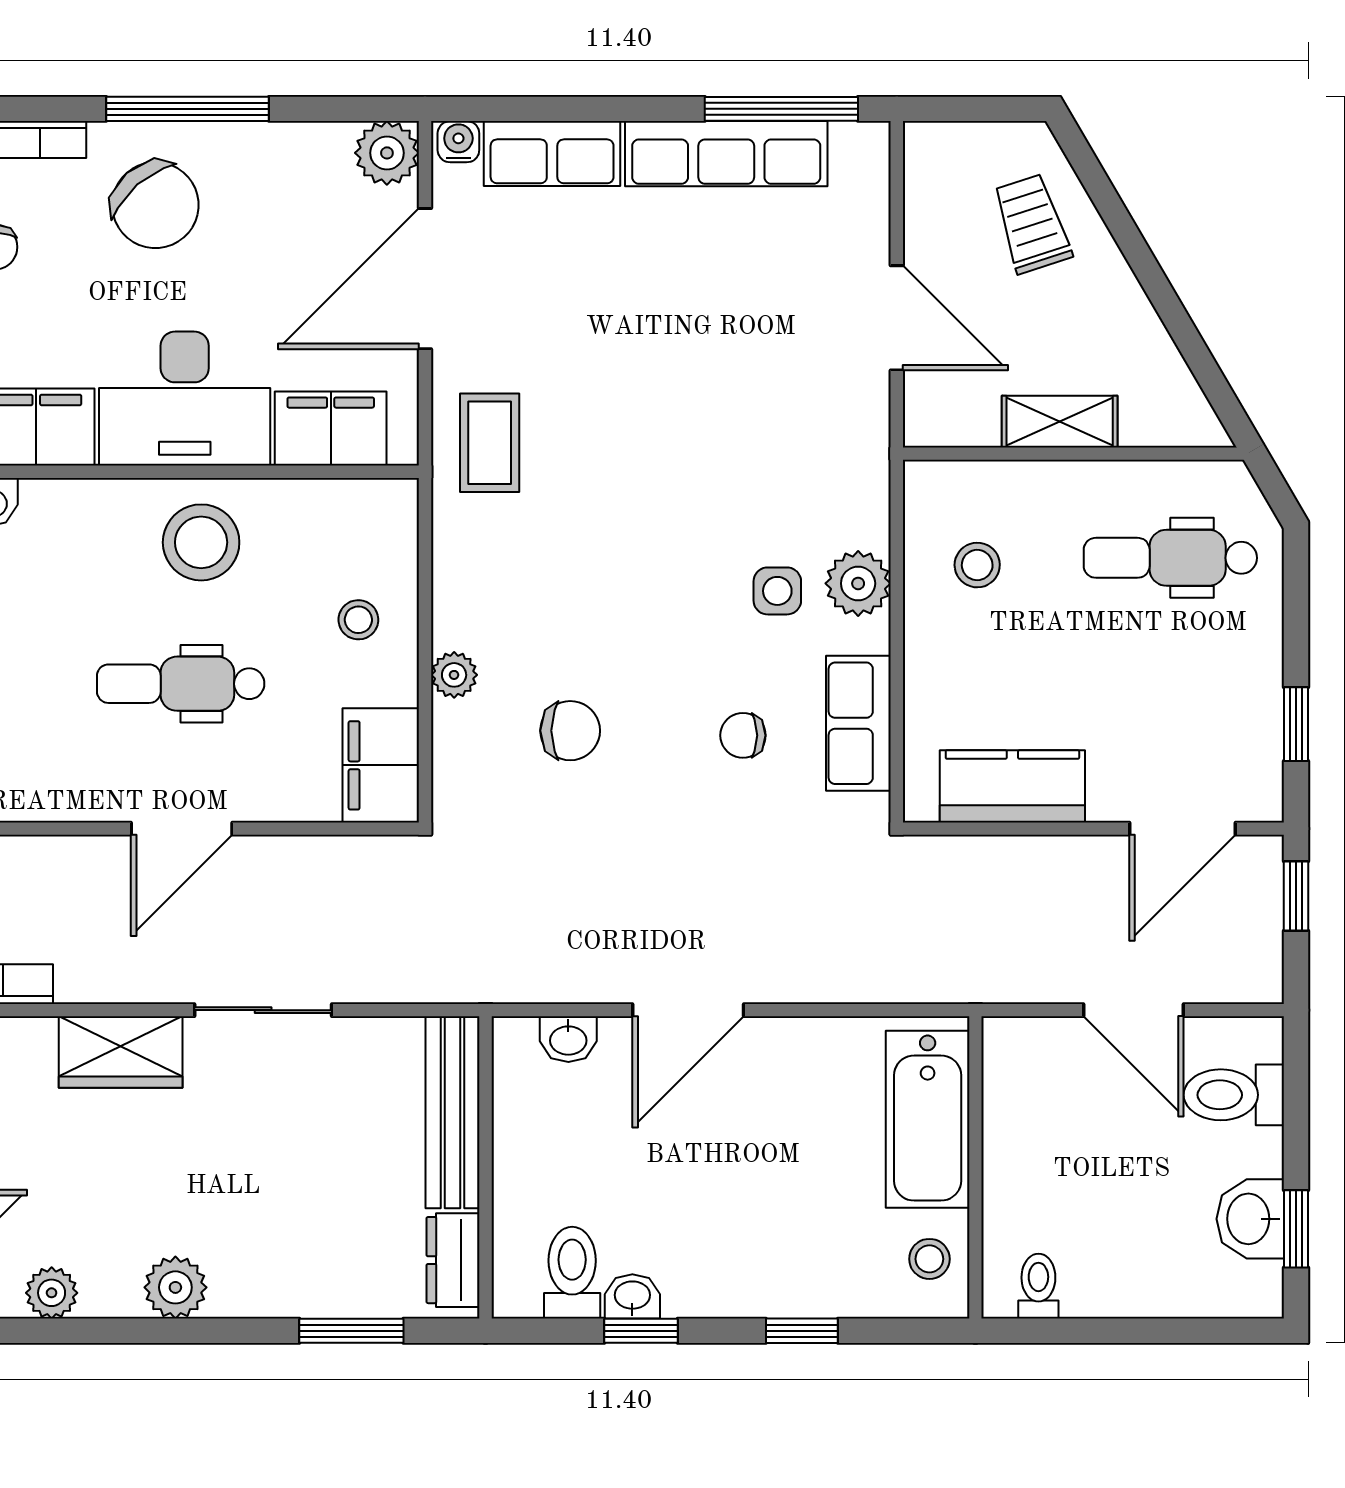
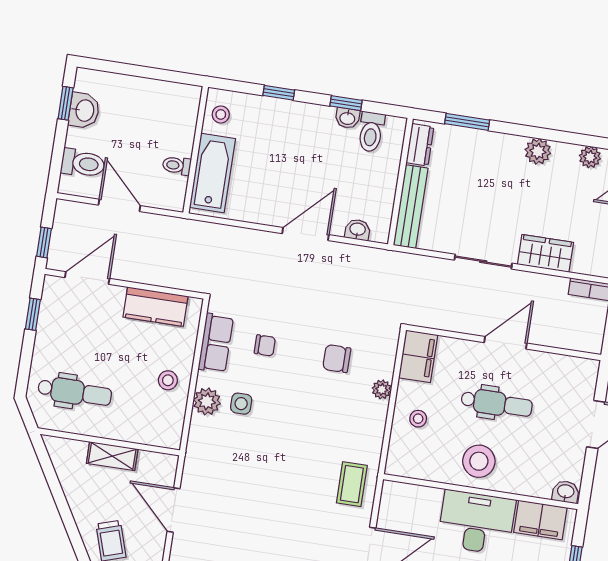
filing cabinet: (331, 429) -> (417, 500), removed
stool: (977, 565) -> (168, 380), moved
toilet: (1038, 1286) -> (177, 165), moved, turned 90

